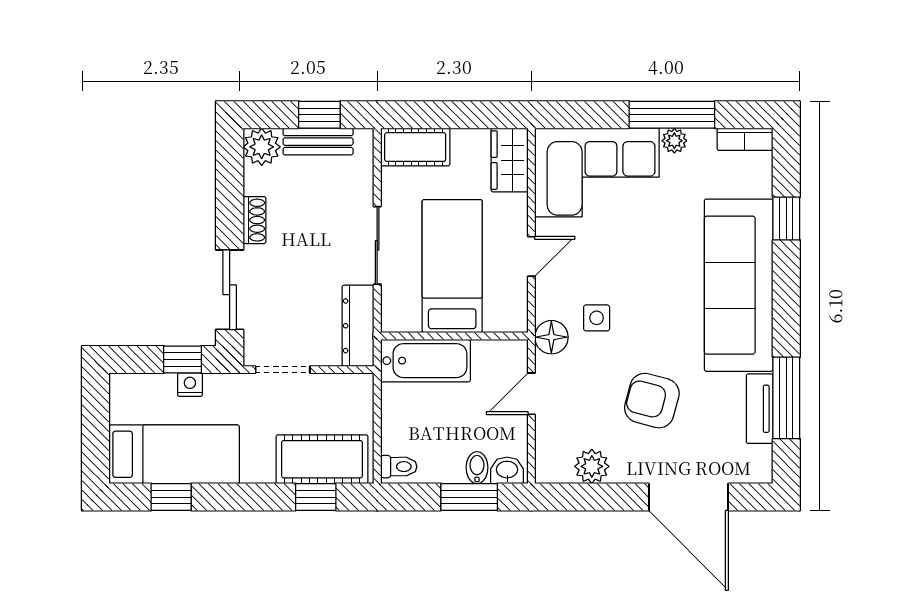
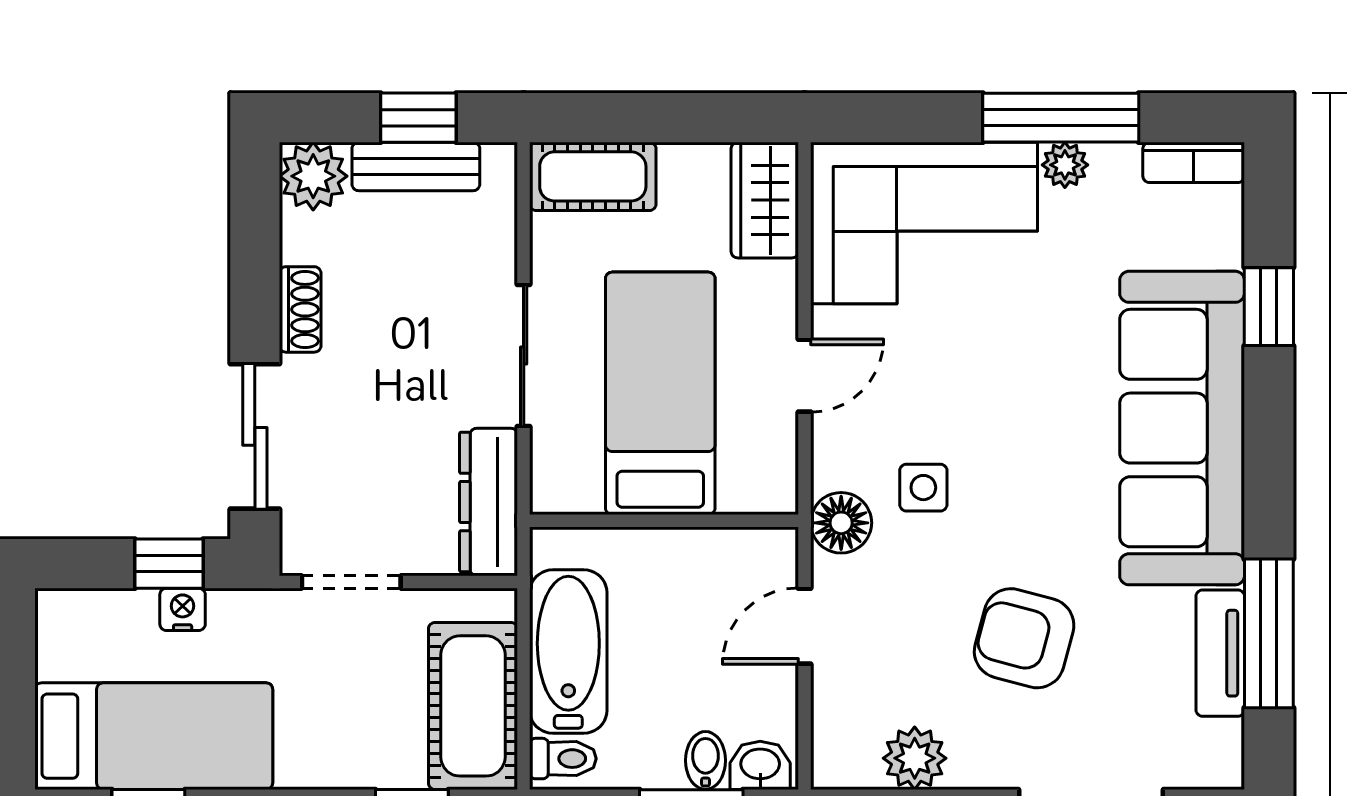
bathtub: (425, 361) -> (568, 651), moved, turned -90
cot: (322, 459) -> (473, 706), moved, turned 90

